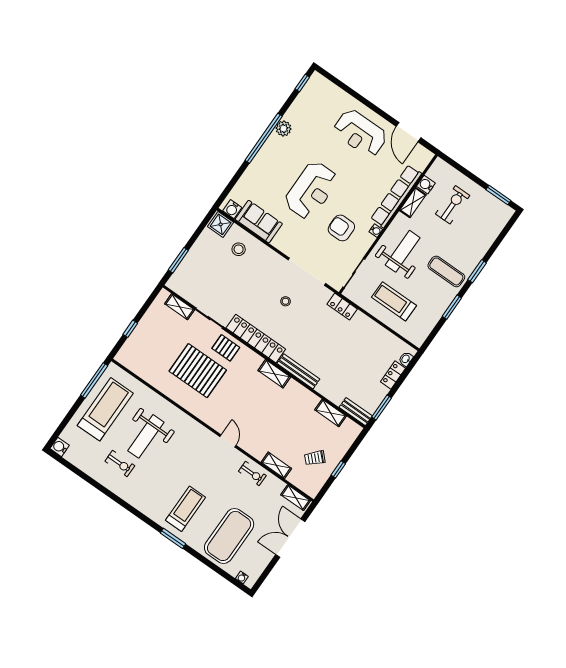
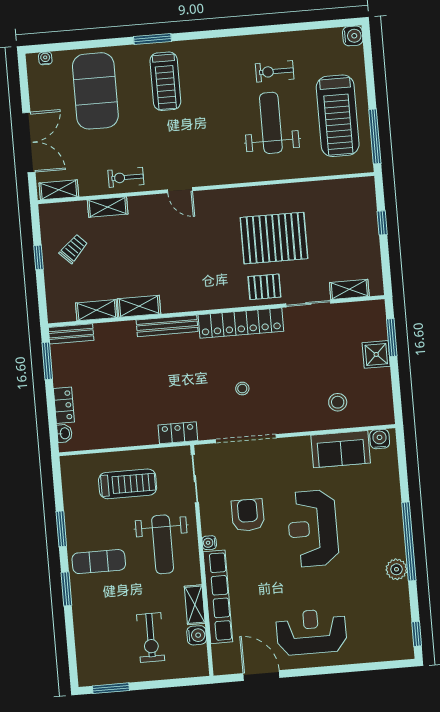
shower: (221, 224) -> (376, 354), moved
armchair: (341, 228) -> (248, 515), turned -90
shelving: (274, 374) -> (139, 306), moved

